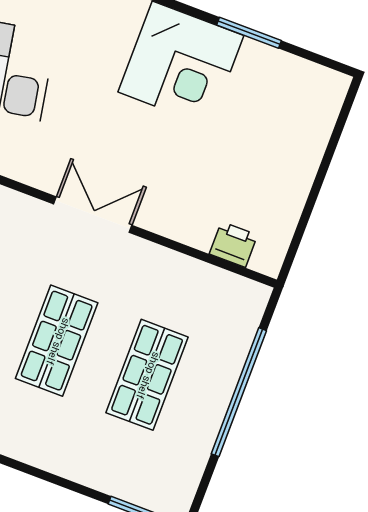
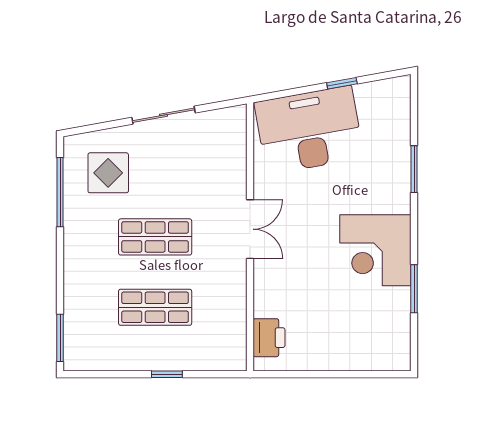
printer: (233, 244) -> (269, 338), width x1.36, depth x1.24
window: (239, 392) -> (167, 374), width x0.32

